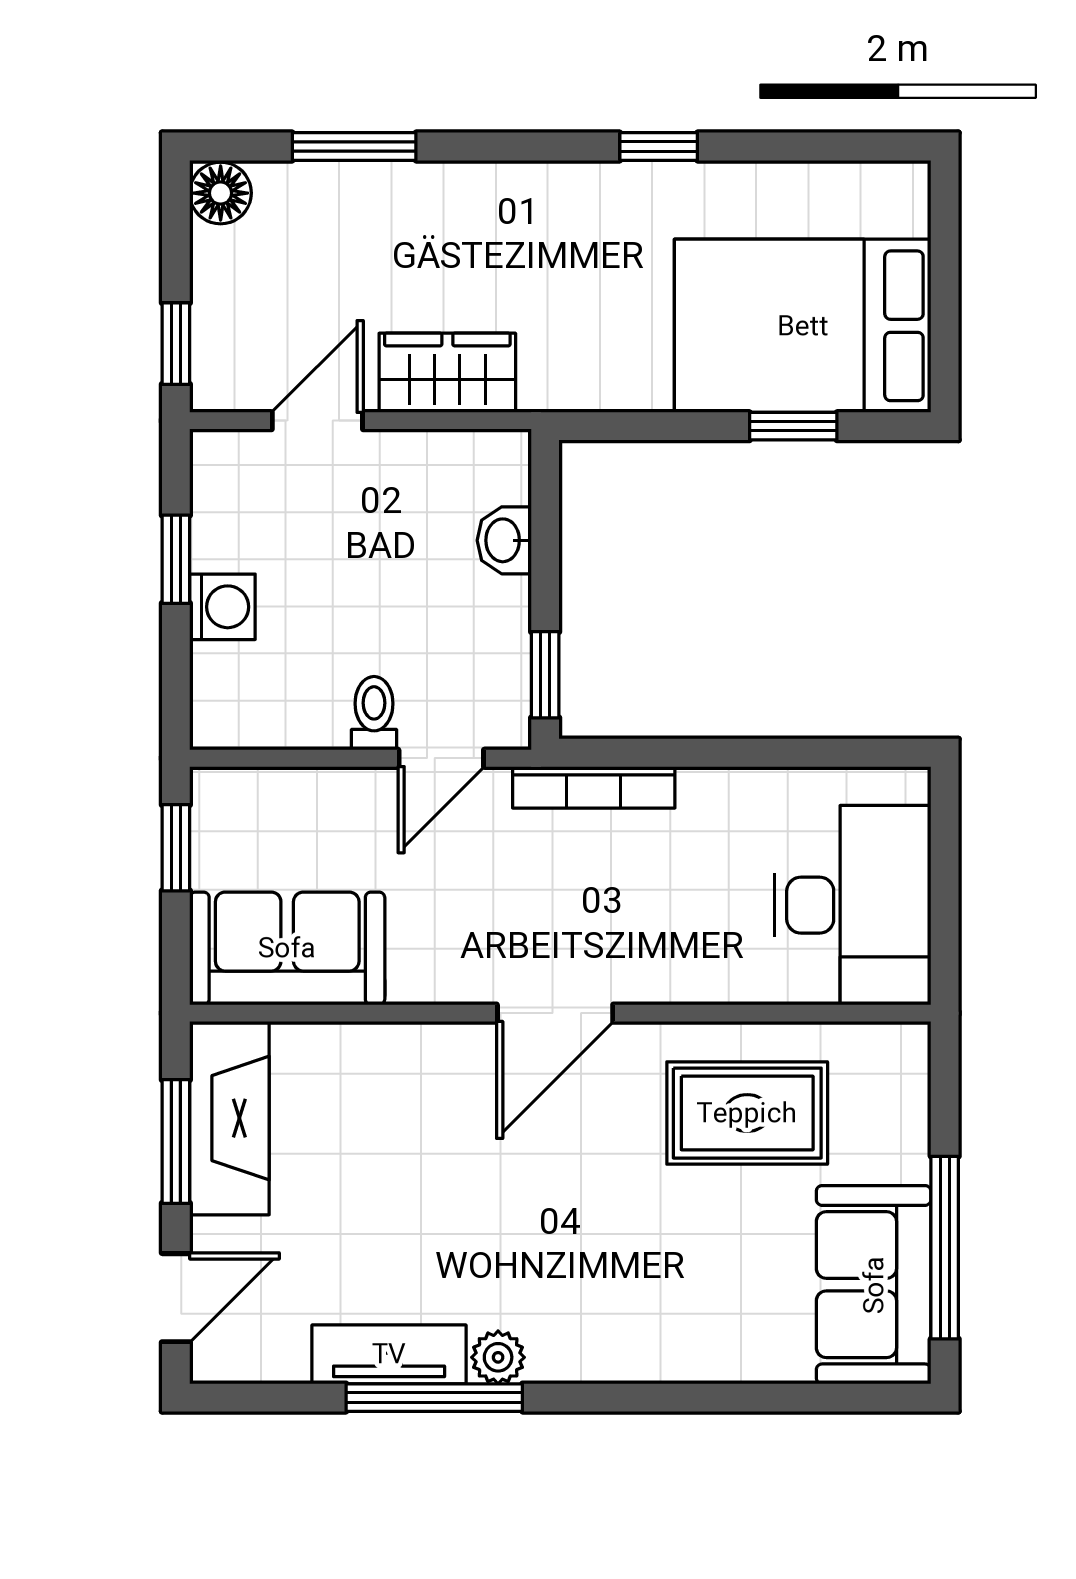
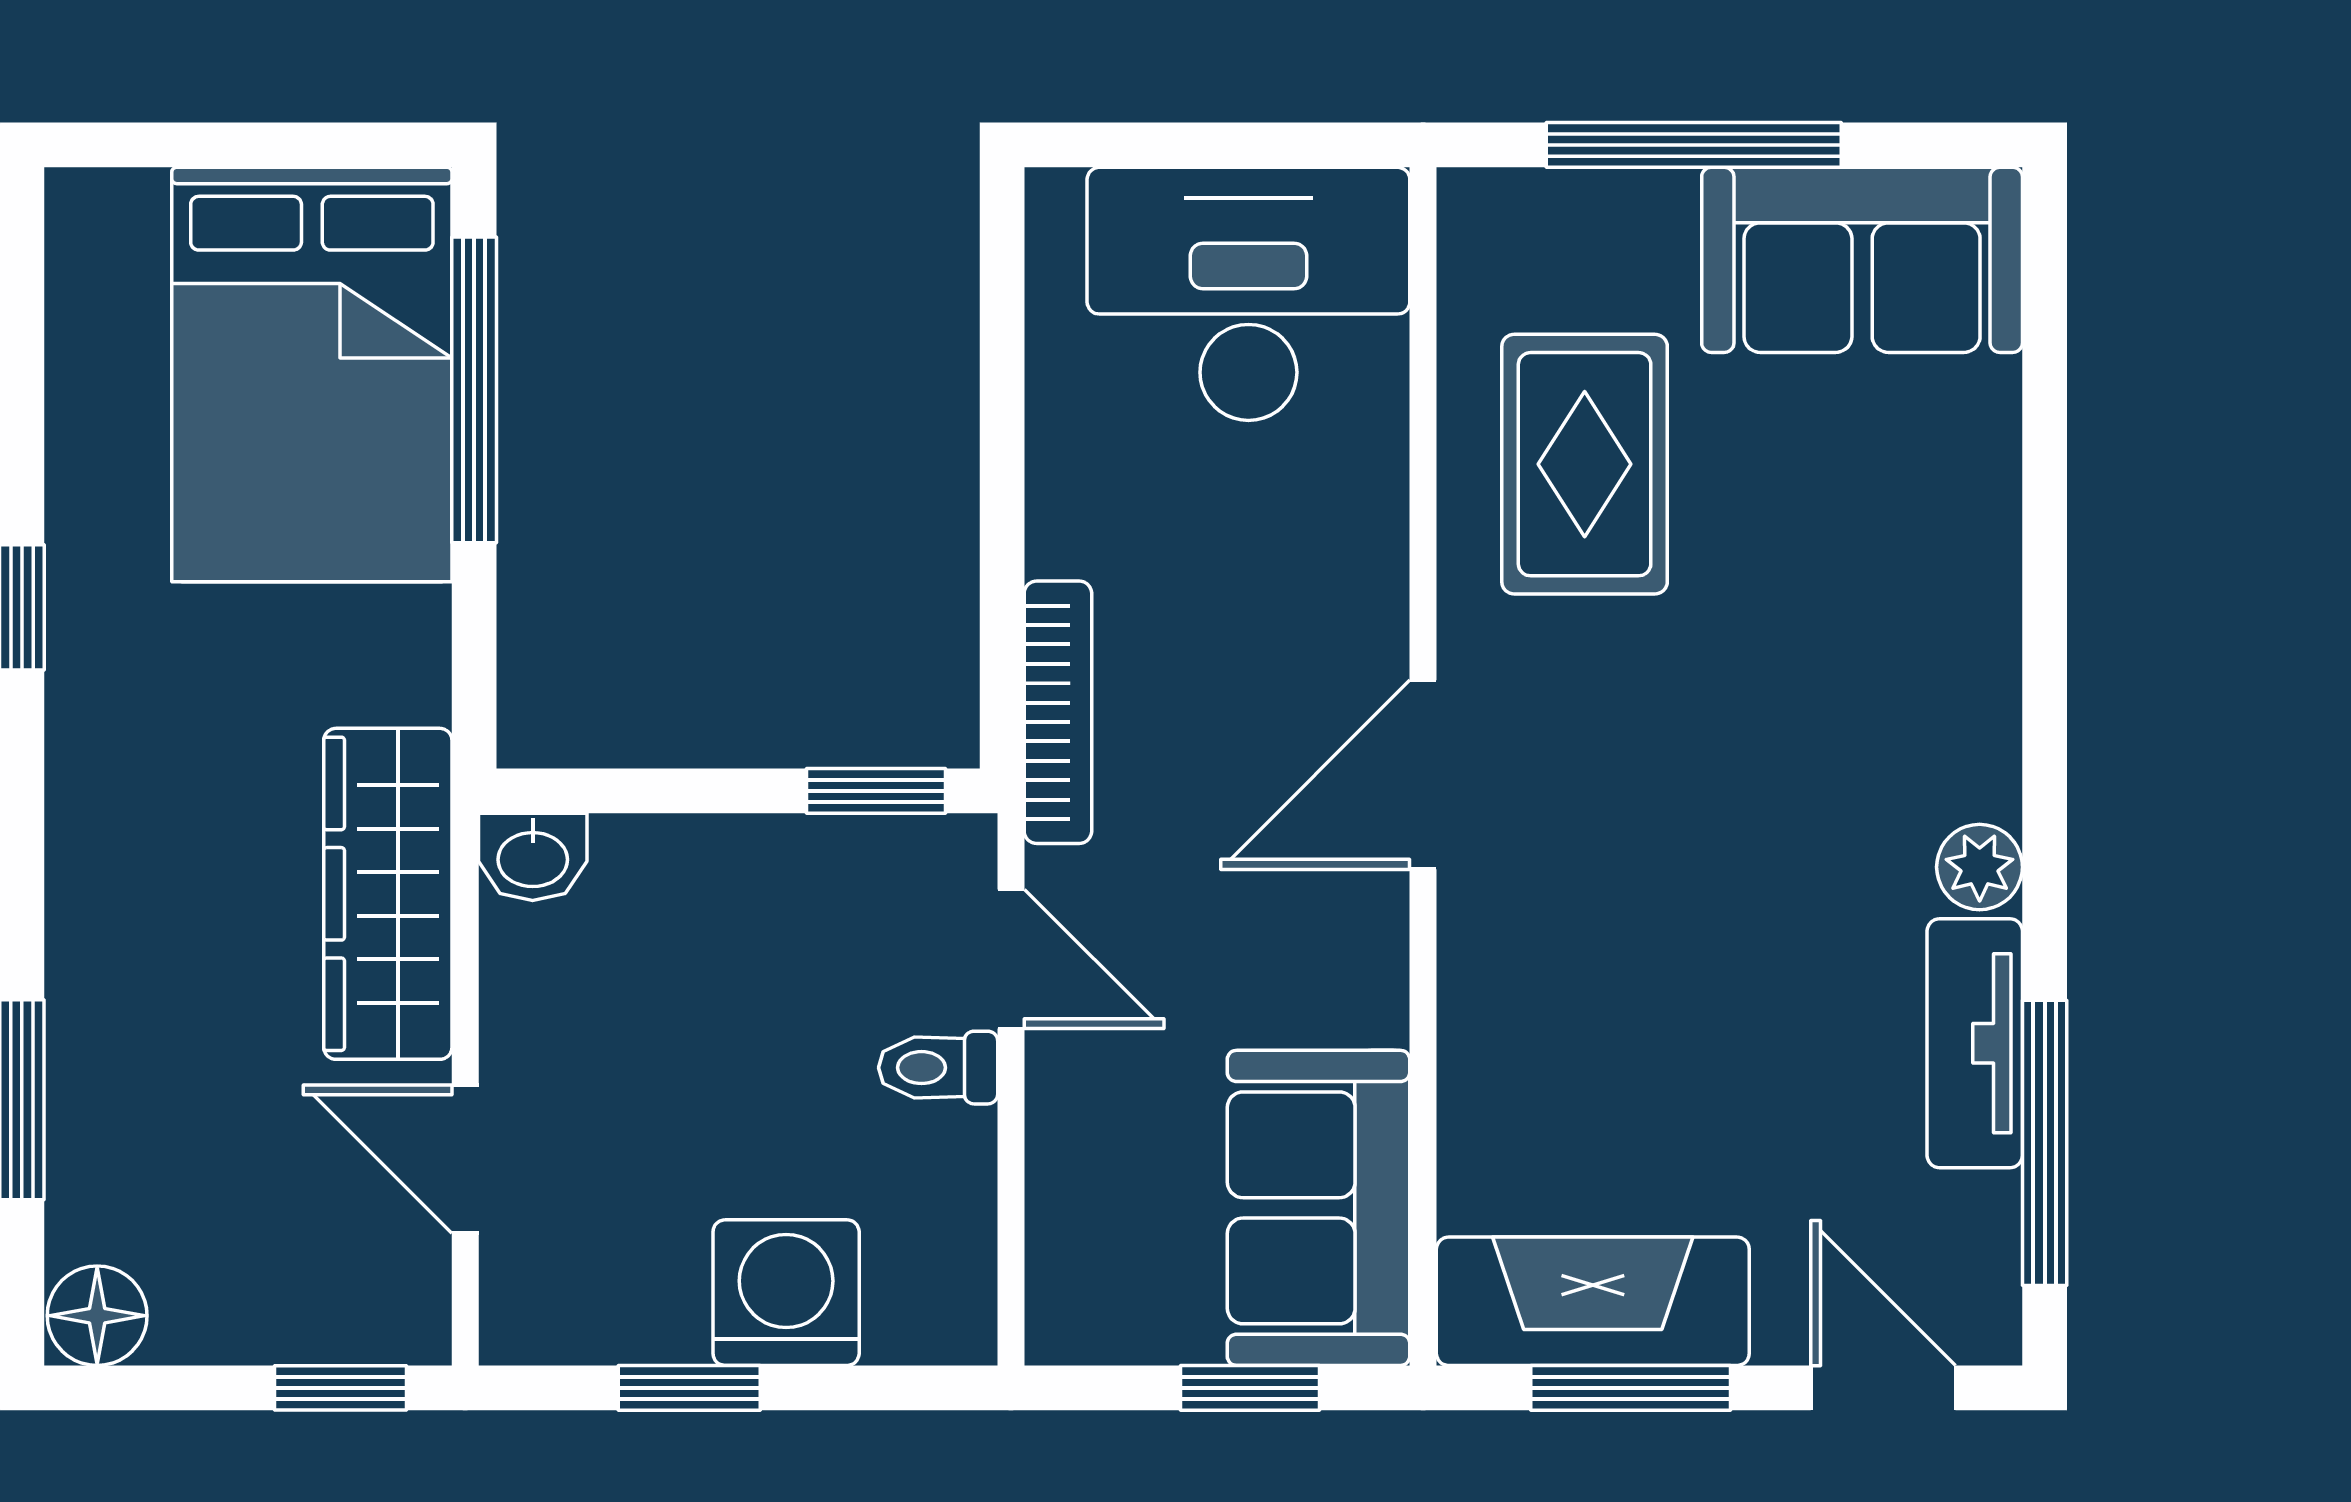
wardrobe: (447, 373) -> (388, 894), width x1.50
window: (793, 426) -> (474, 390), width x2.17
washbasin: (504, 540) -> (533, 857), moved
washing machine: (222, 607) -> (786, 1293), width x1.38, depth x1.38
window: (176, 848) -> (1250, 1388), moved
door: (555, 1013) -> (1423, 775), swing flipped
window: (945, 1248) -> (1694, 145), moved
window: (434, 1398) -> (2045, 1143), moved

